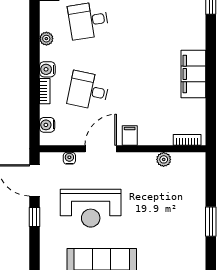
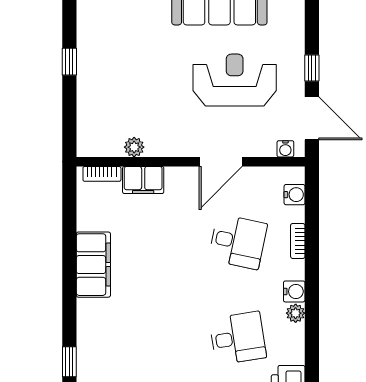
water cooler: (47, 69) -> (294, 291), moved
filing cabinet: (130, 136) -> (143, 180), moved, width x2.00
water cooler: (69, 158) -> (285, 149), moved
window: (211, 222) -> (69, 62), width x0.67

